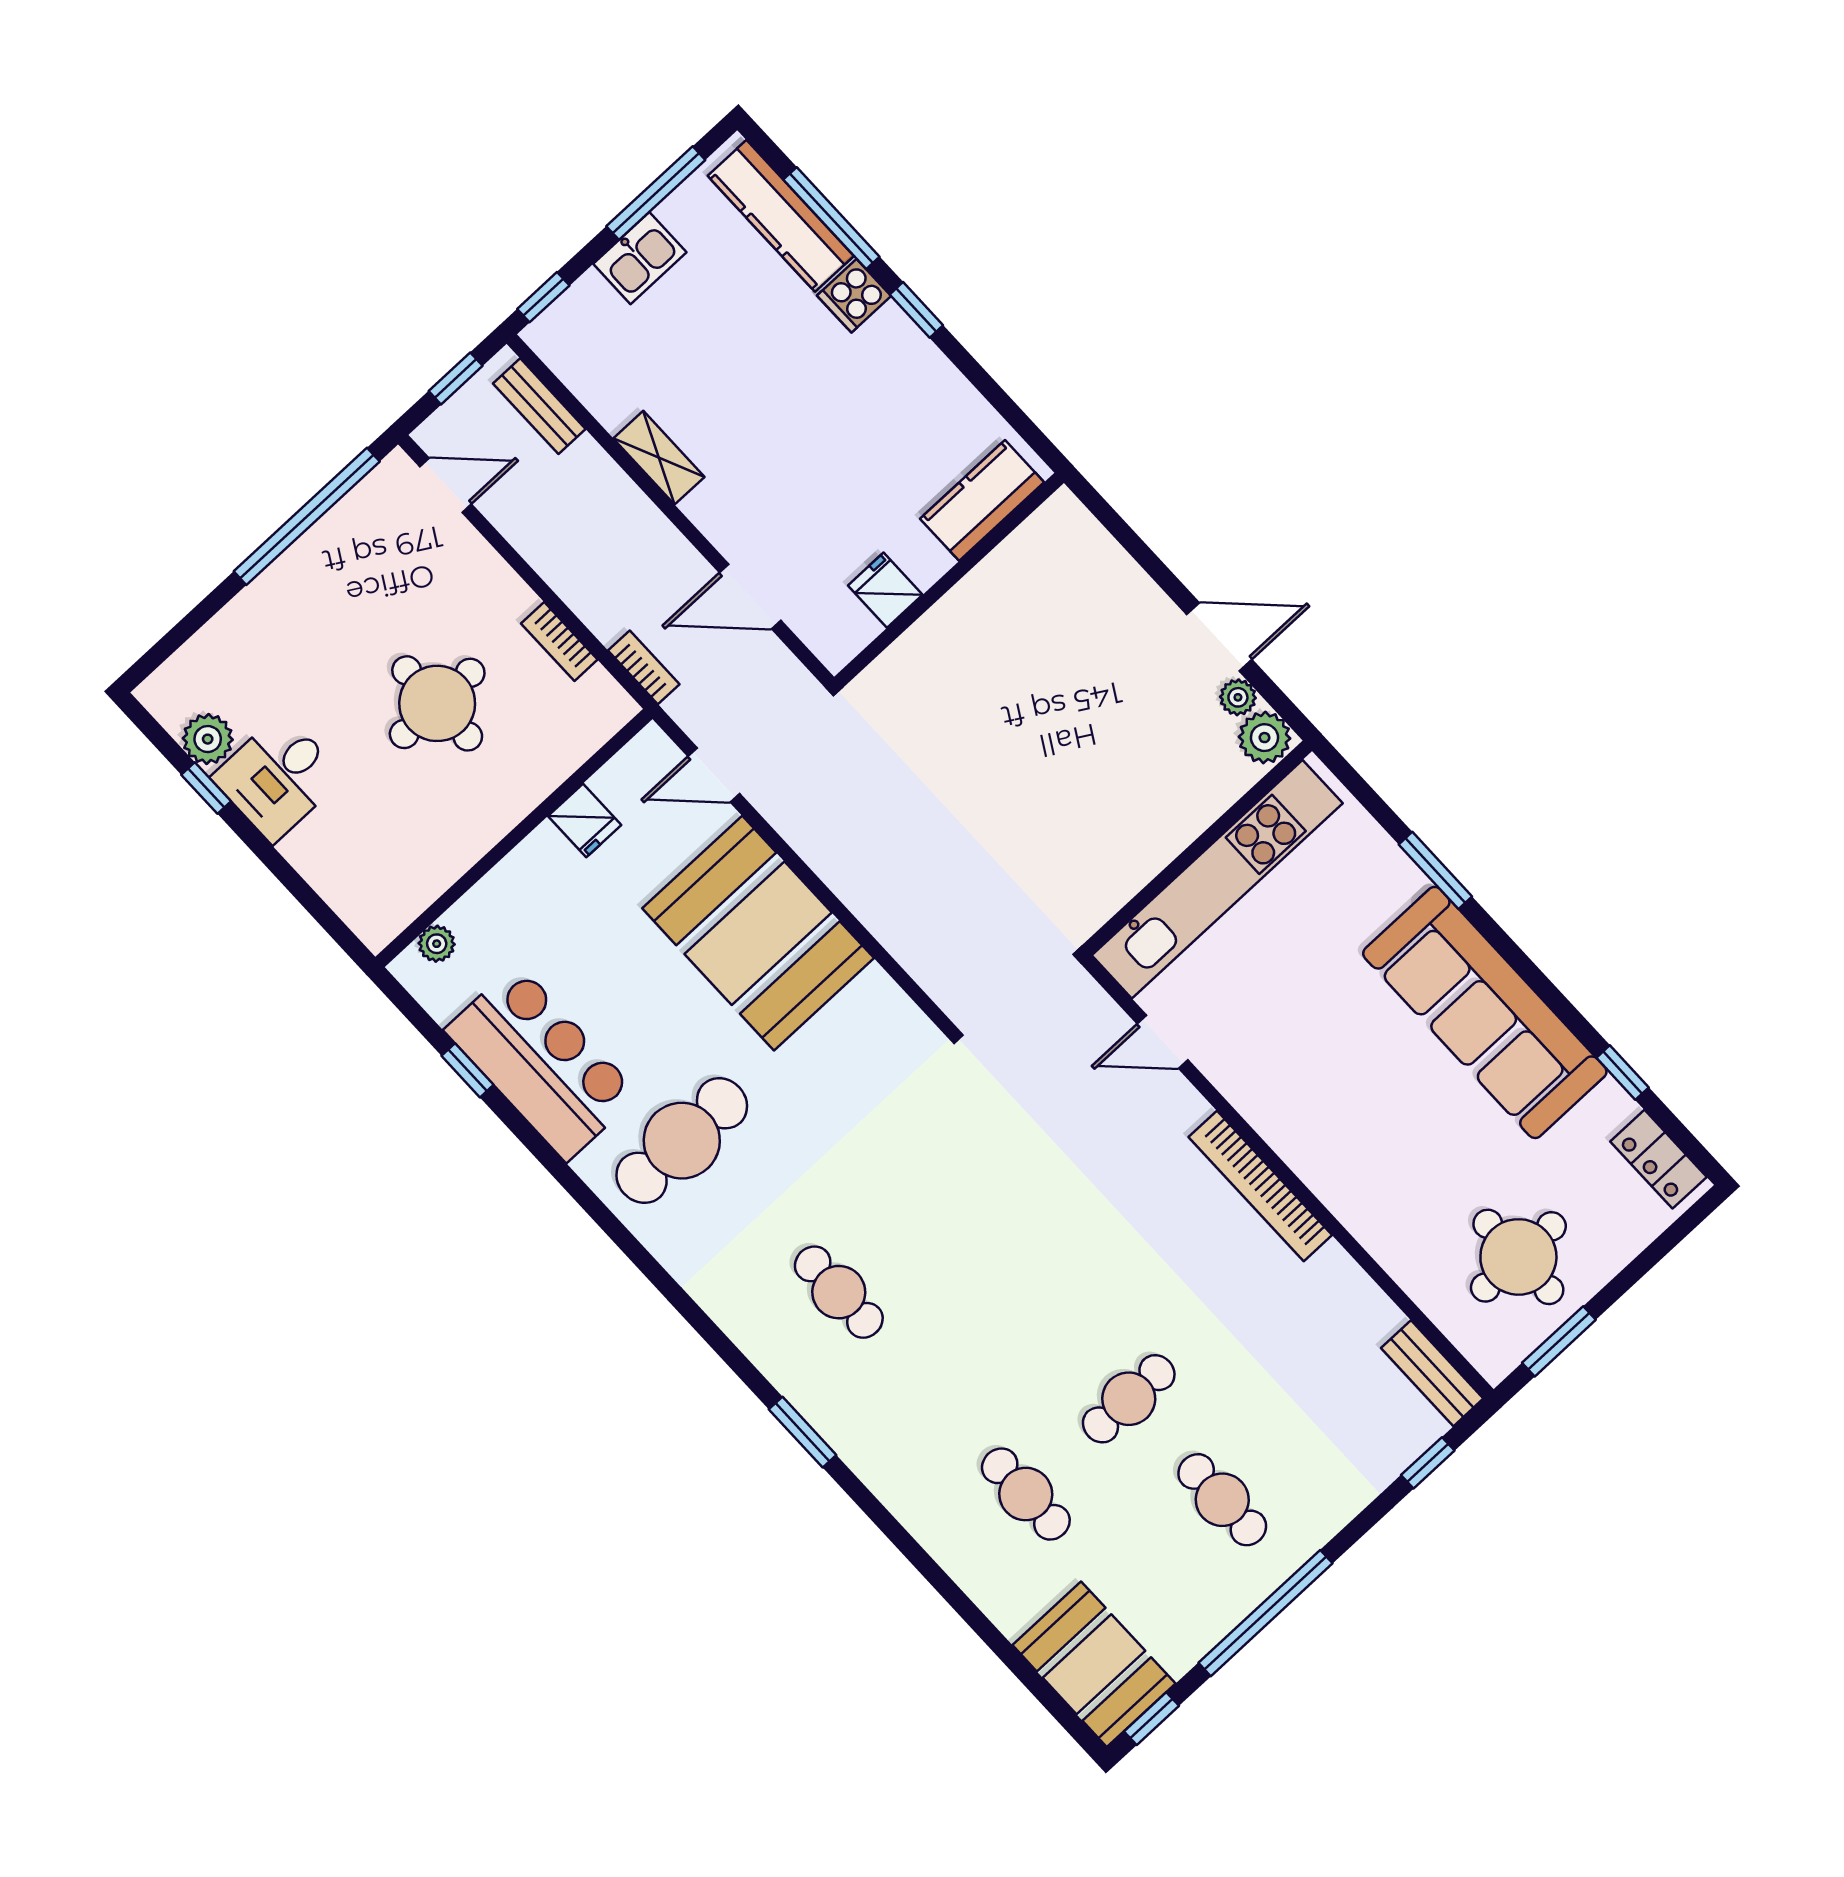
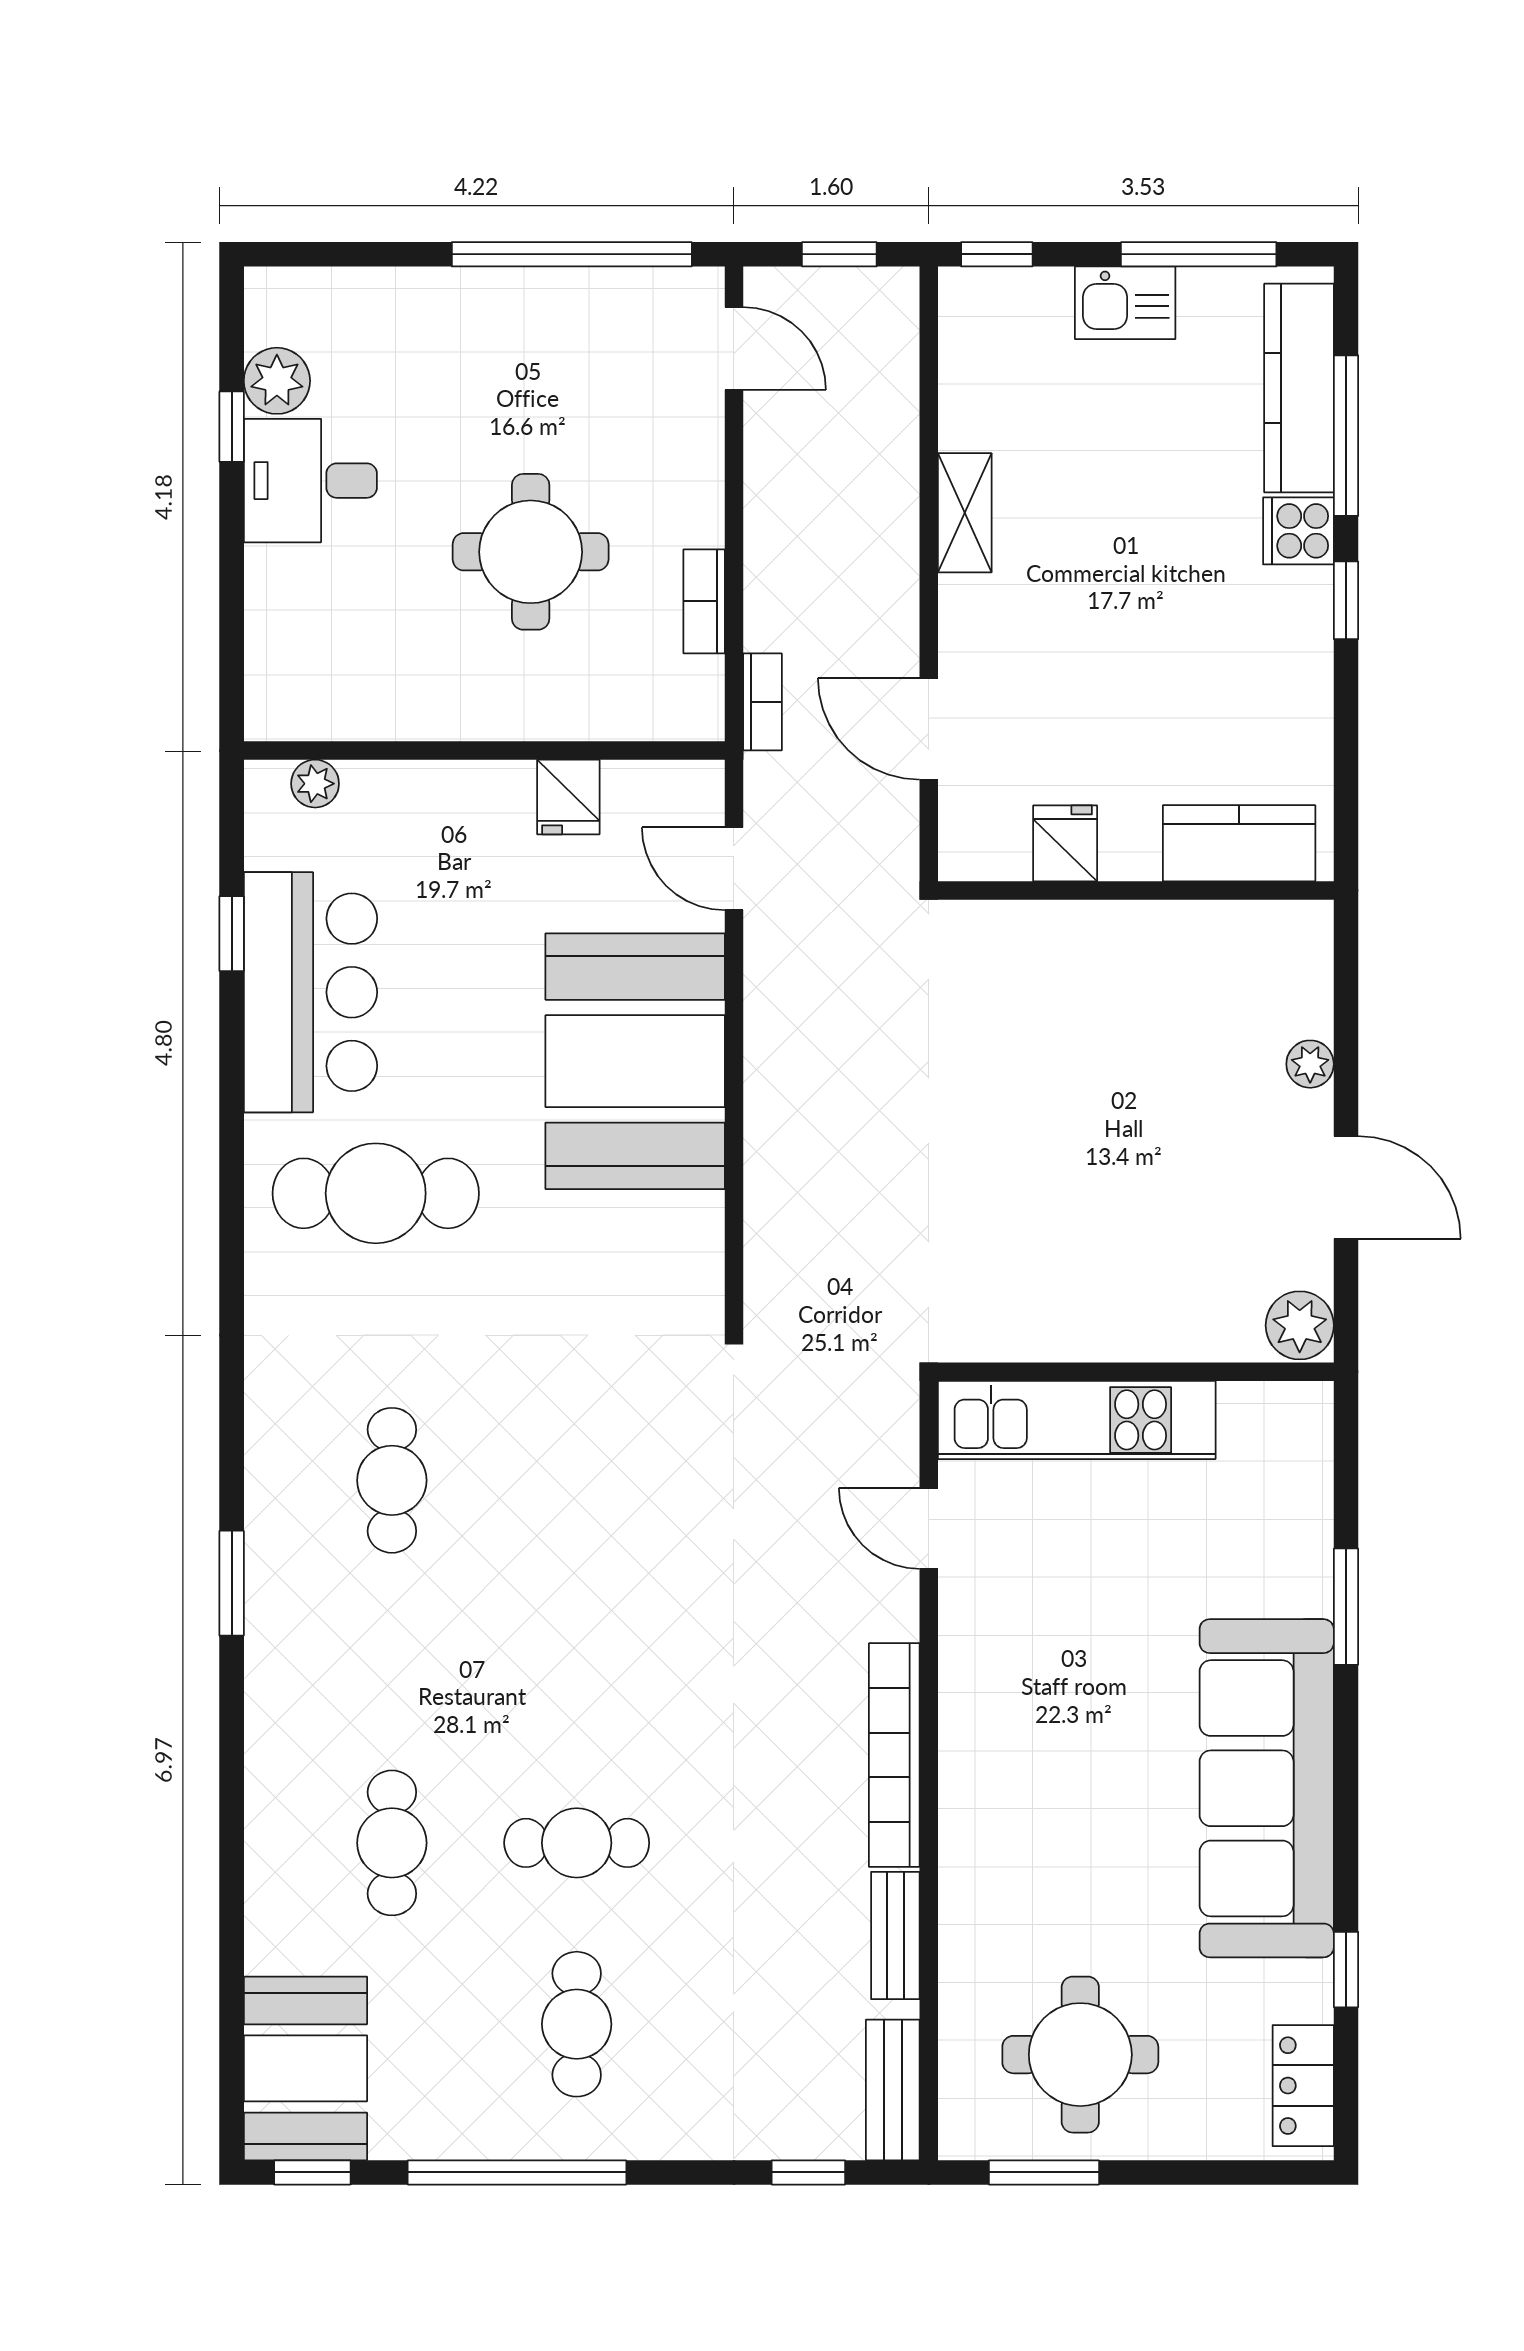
bench: (539, 406) -> (895, 1935), moved
plant: (1238, 697) -> (1310, 1064), moved
kitchen unit: (1217, 879) -> (1077, 1420), width x0.73

